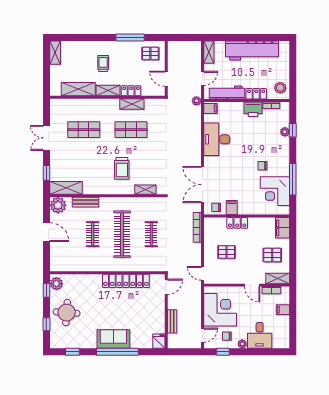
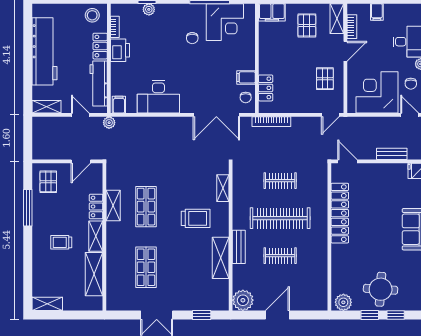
shelving: (66, 188) -> (221, 258), moved
bench: (85, 202) -> (239, 247), moved
locker: (237, 223) -> (266, 88), moved
pallet: (226, 252) -> (325, 79), moved
window: (46, 290) -> (370, 315), moved

